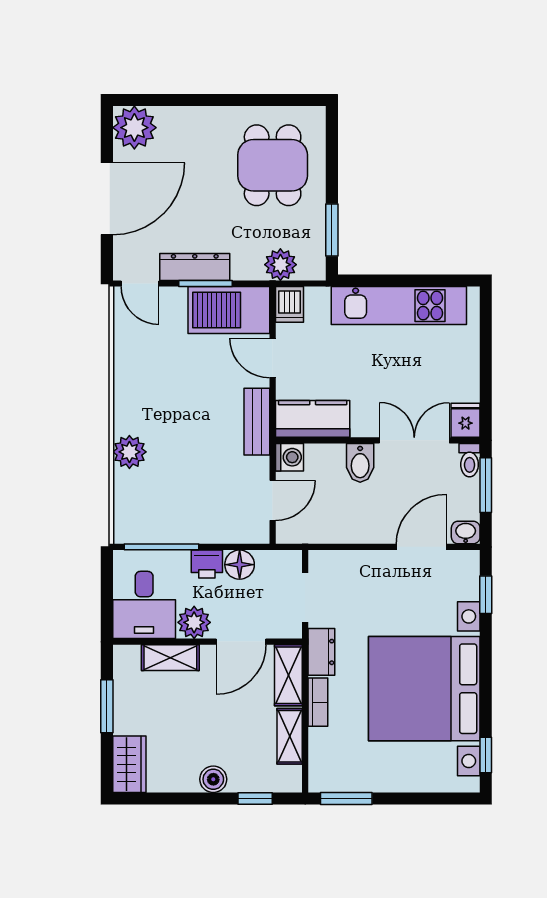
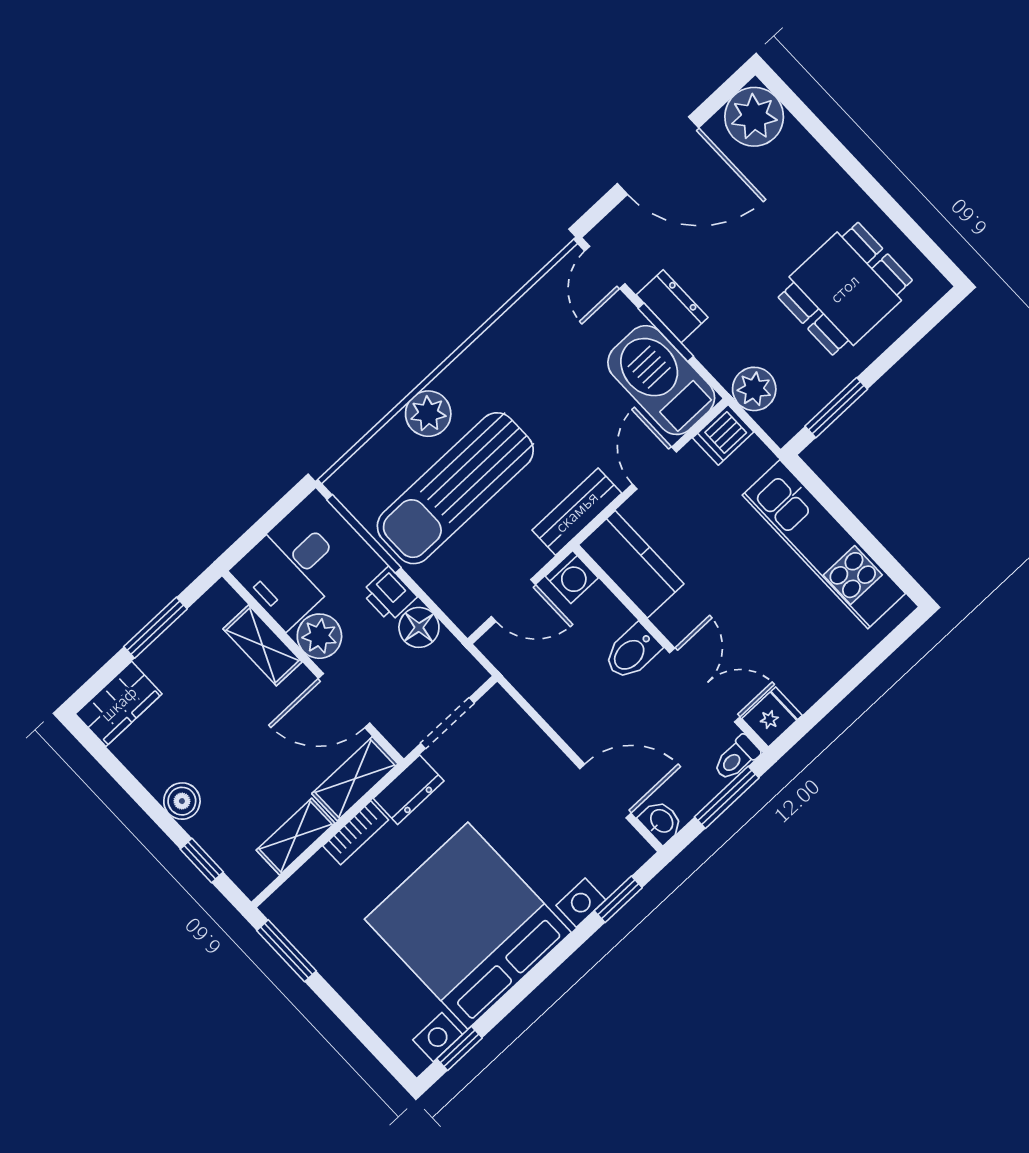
dresser: (195, 267) -> (672, 306), width x0.70
sun lounger: (183, 475) -> (455, 488), added

